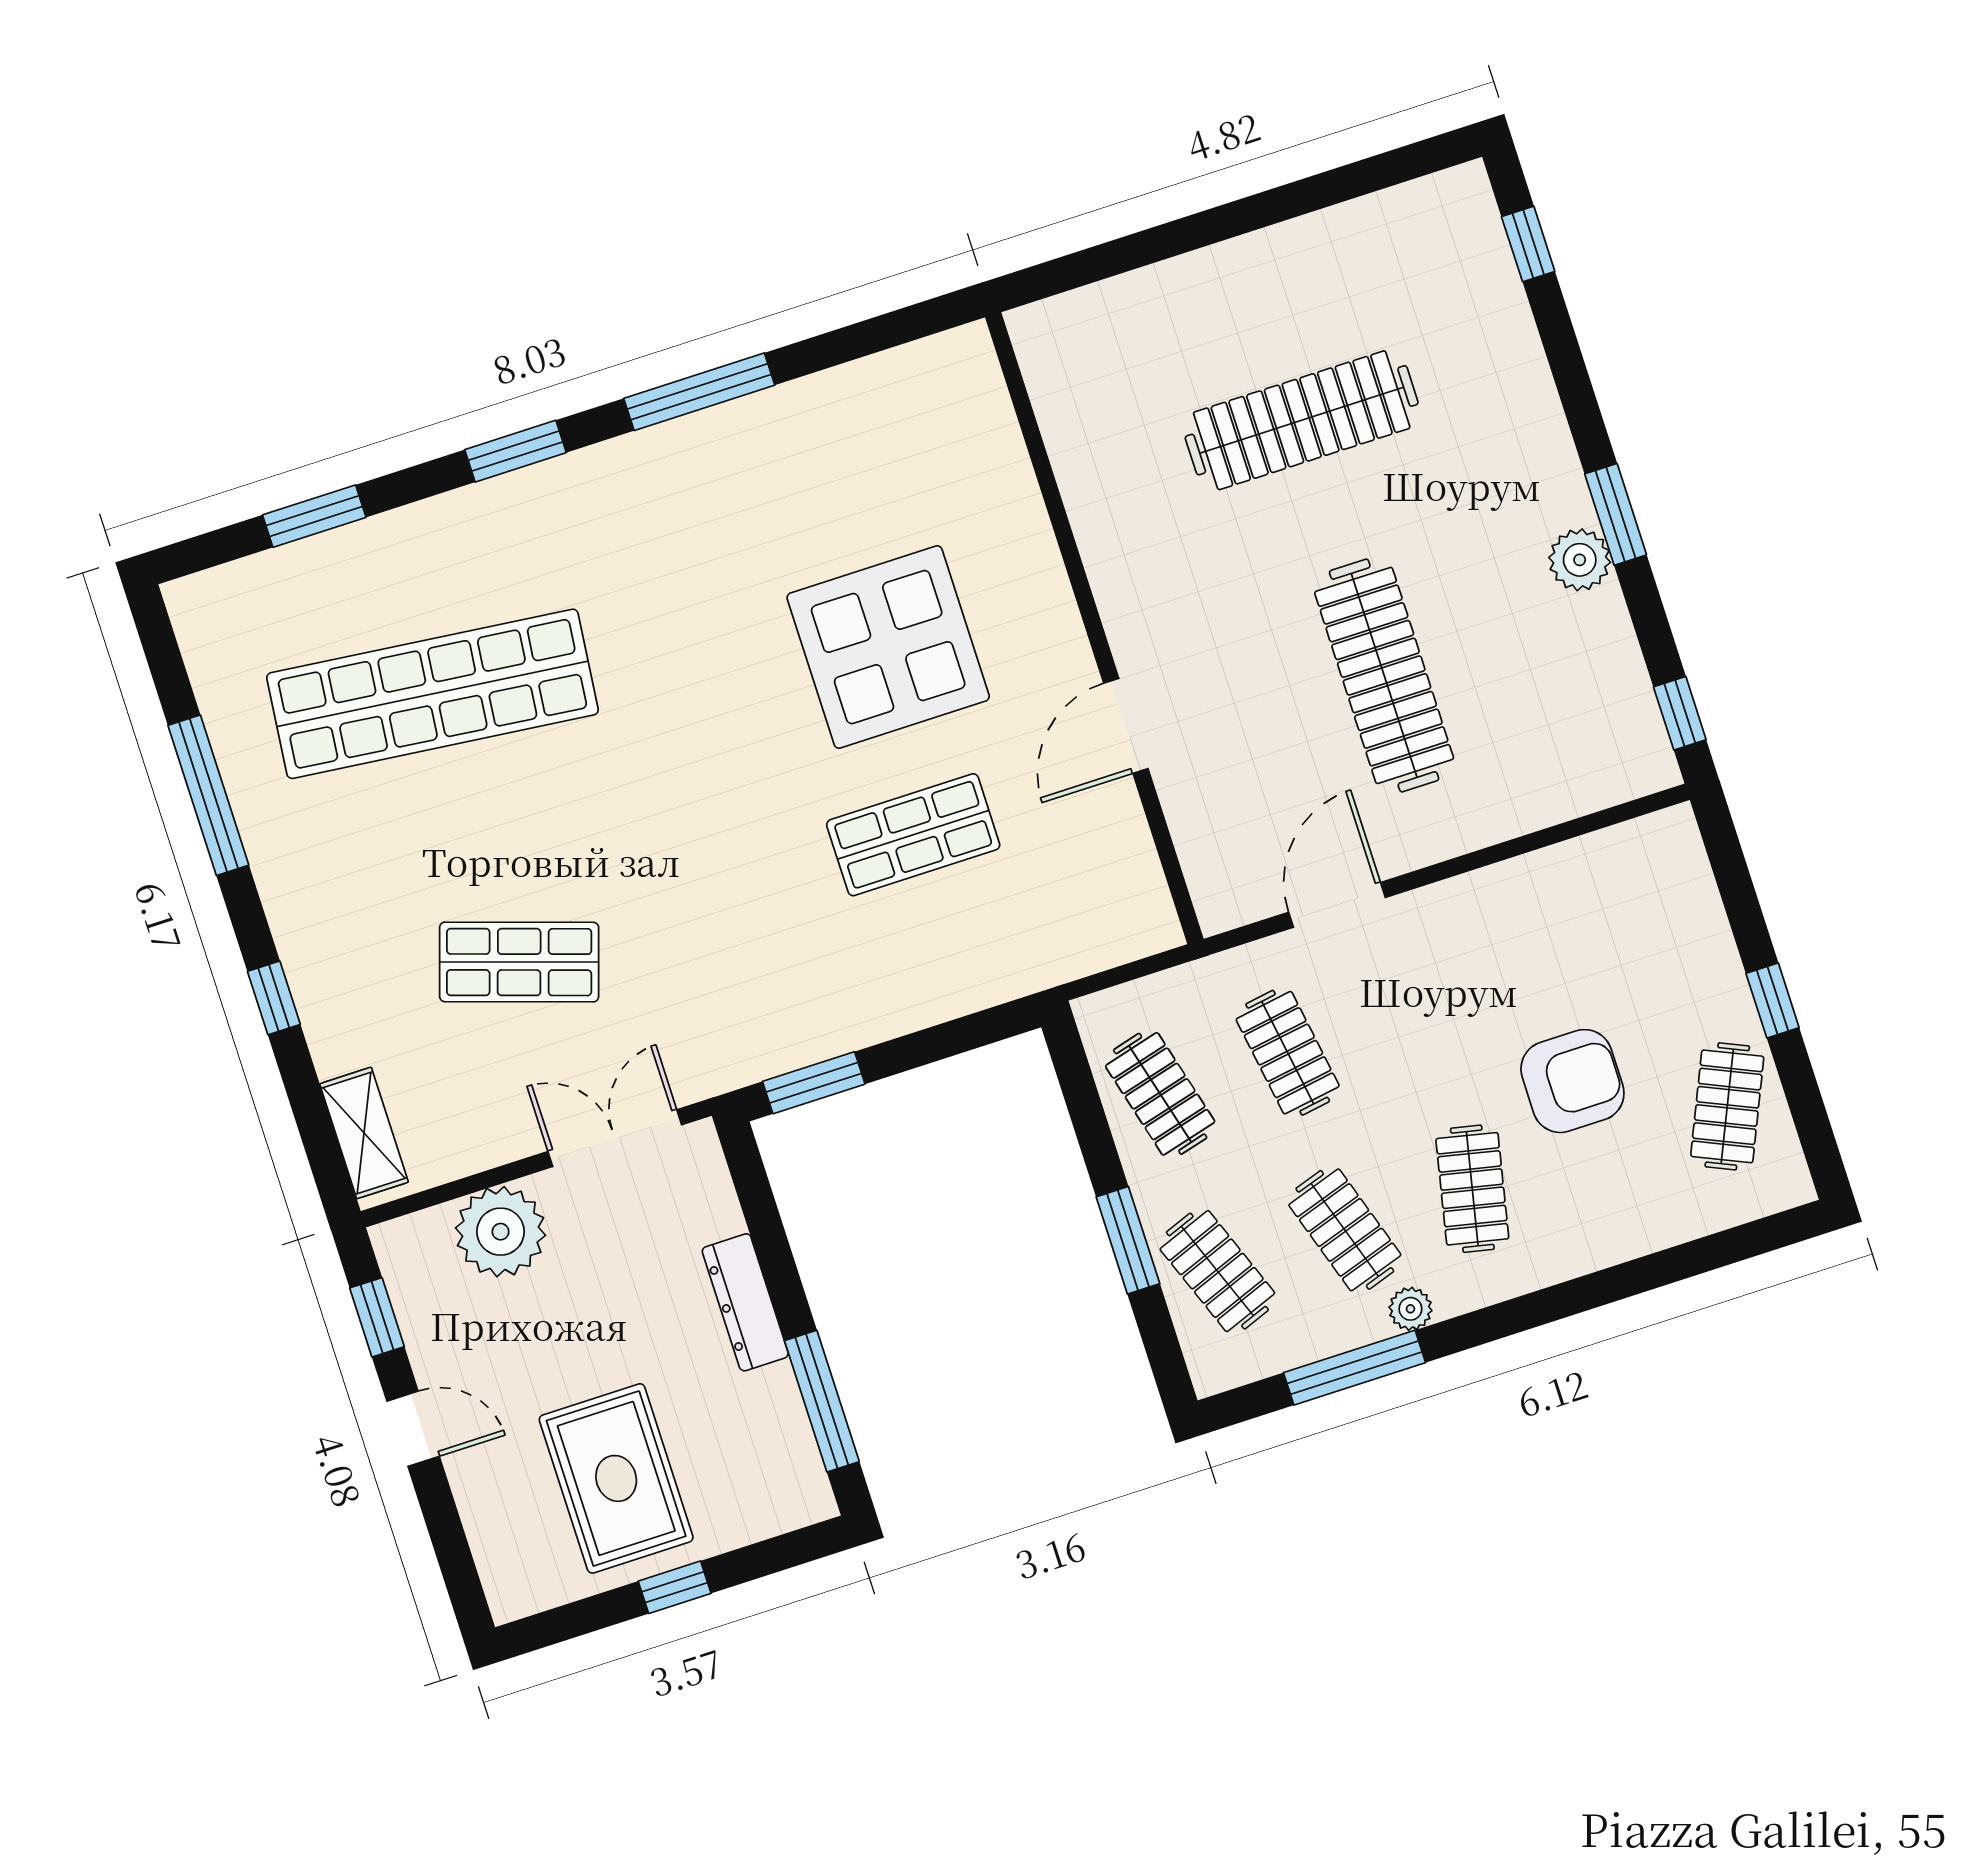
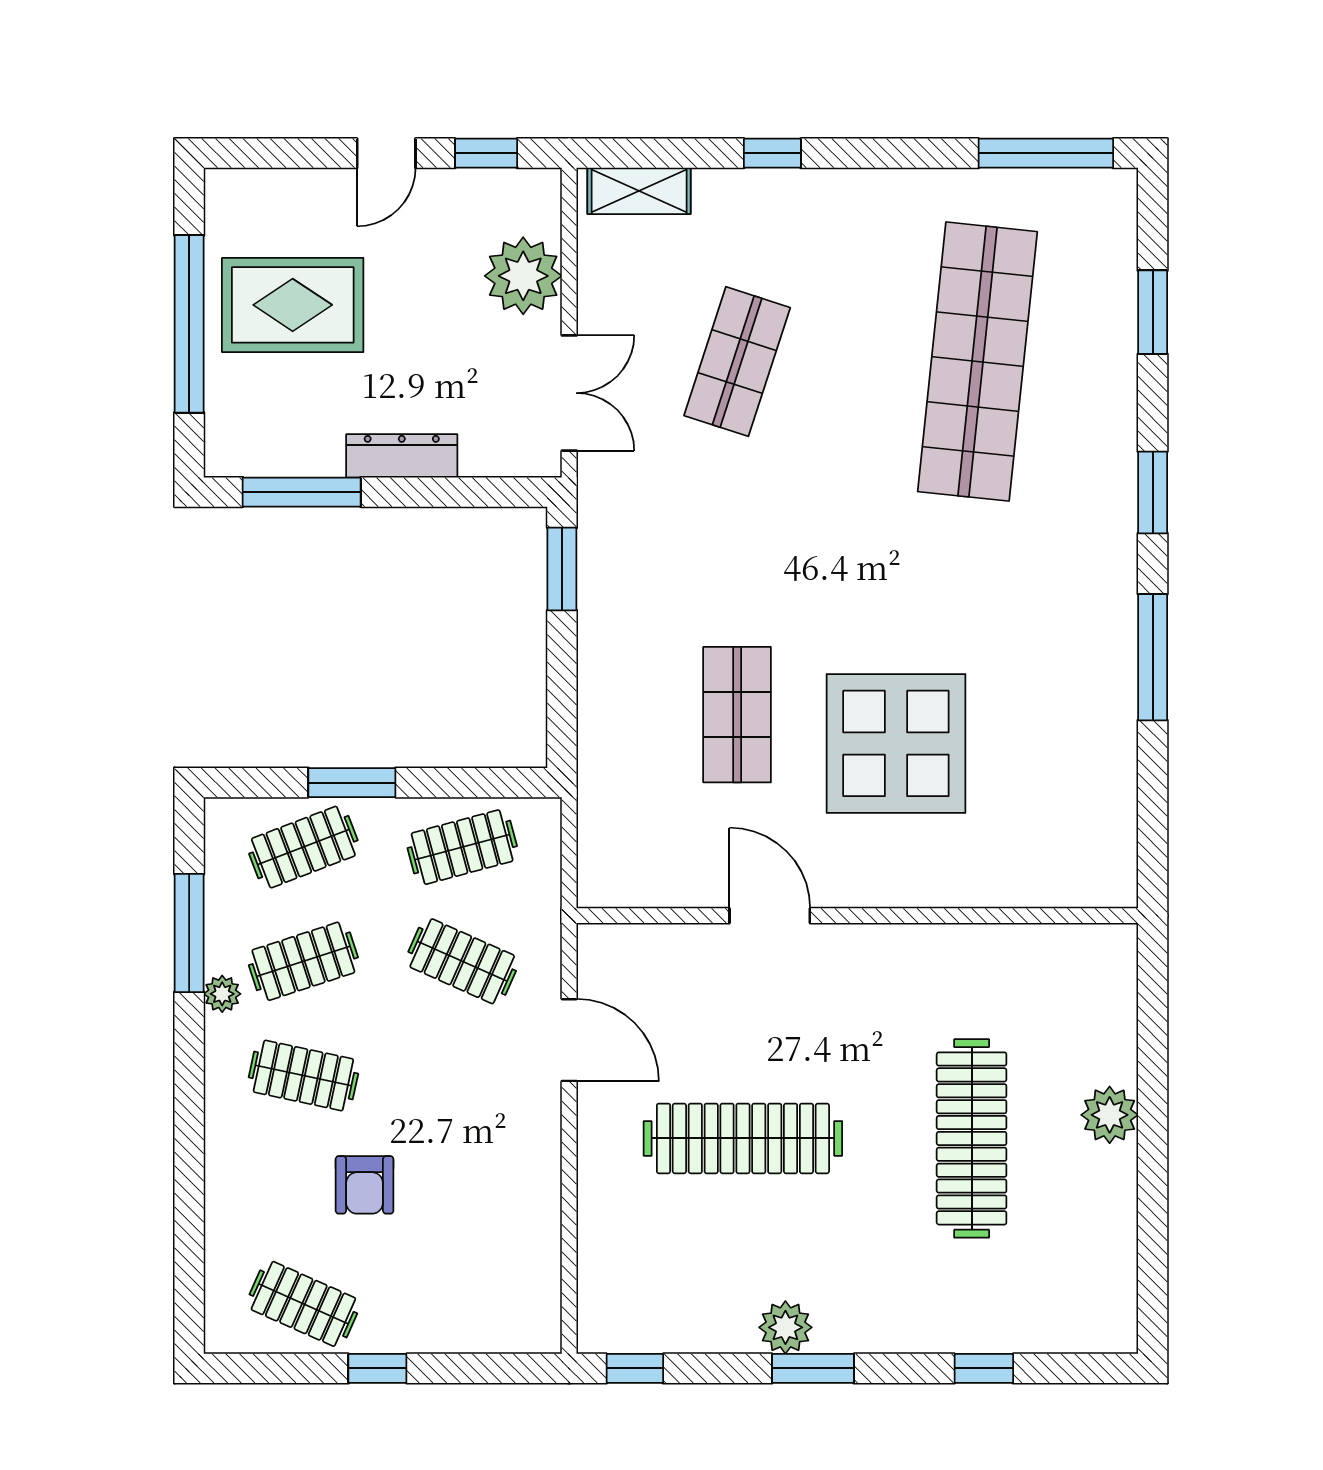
window: (1528, 244) -> (984, 1368), moved
plant: (1226, 275) -> (1110, 1115), added
window: (208, 795) -> (1046, 153), moved
clothes rail: (1288, 1053) -> (462, 961), turned 33
armchair: (1572, 1081) -> (365, 1185), width x0.72, depth x0.72
window: (675, 1587) -> (189, 324), width x3.17

